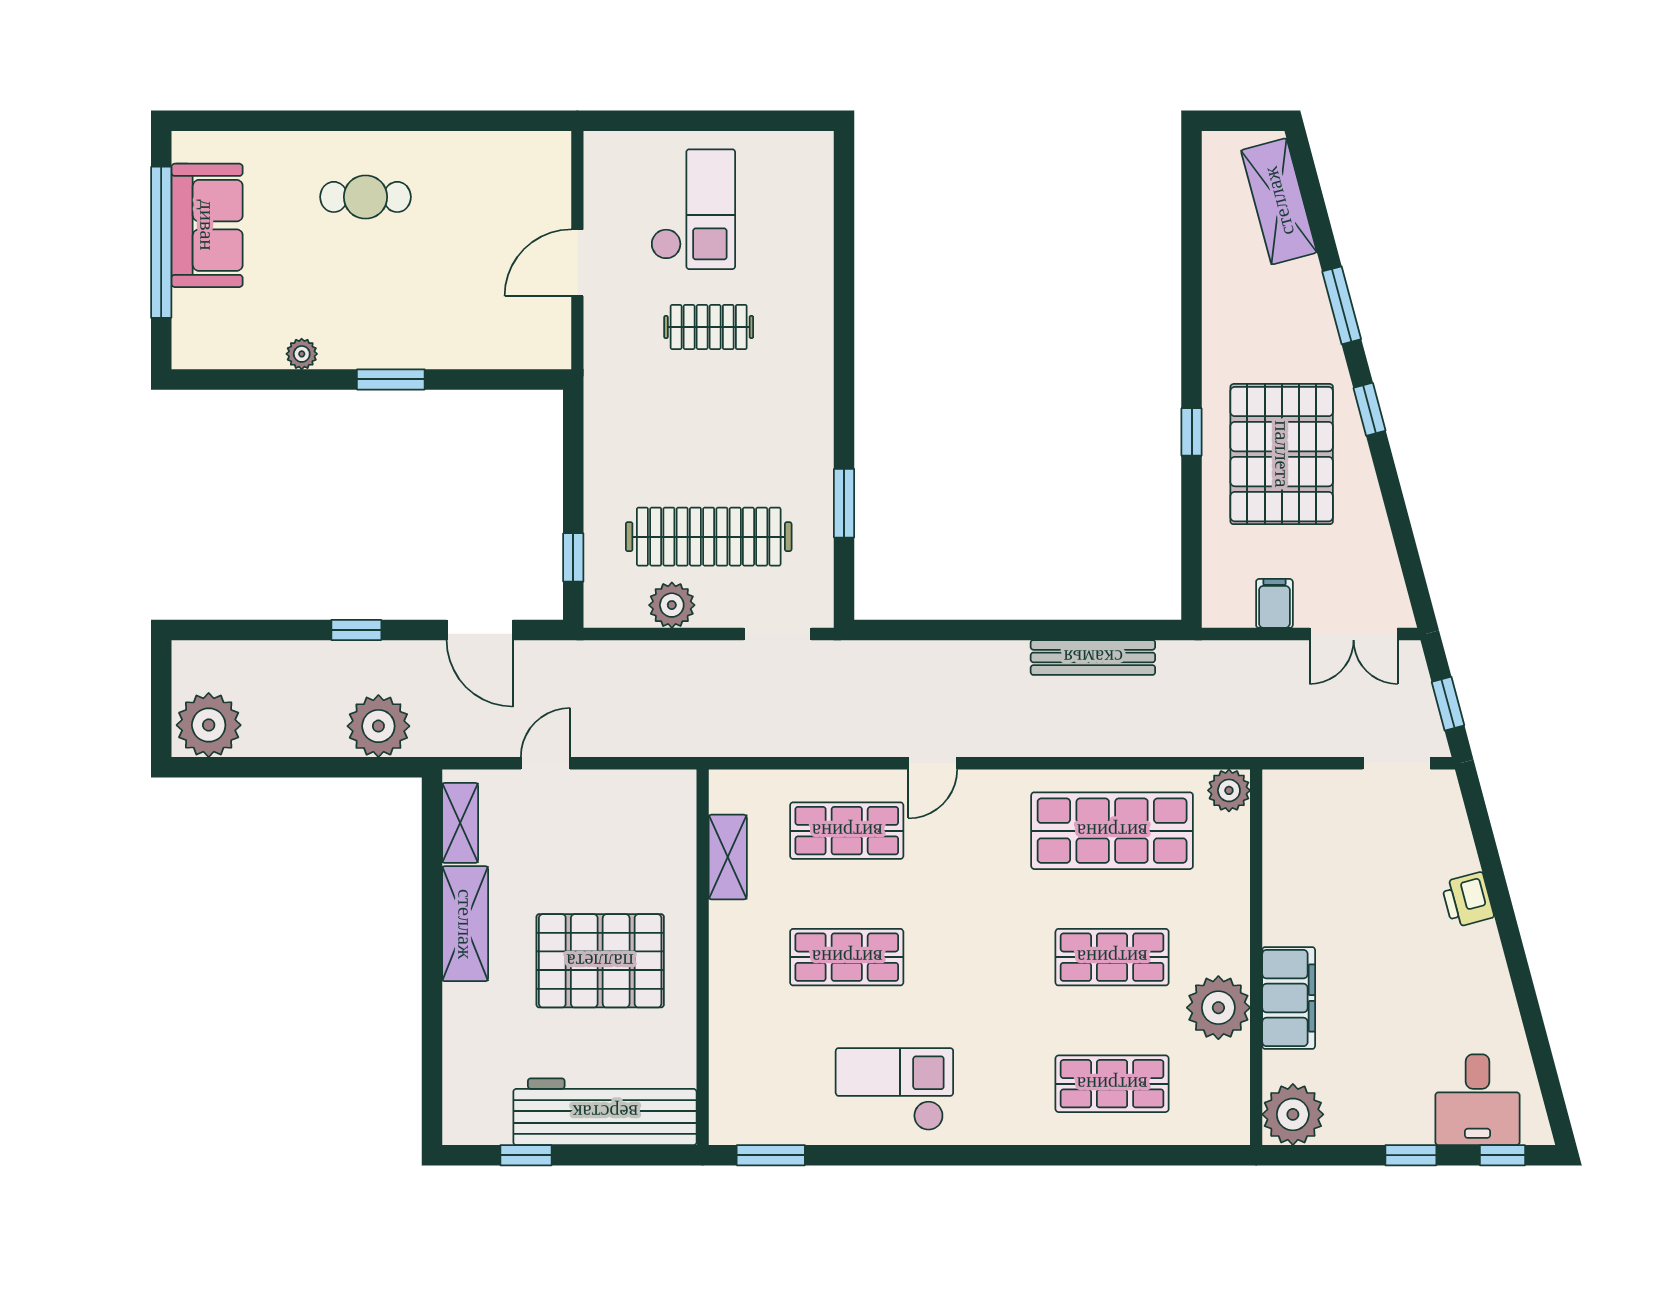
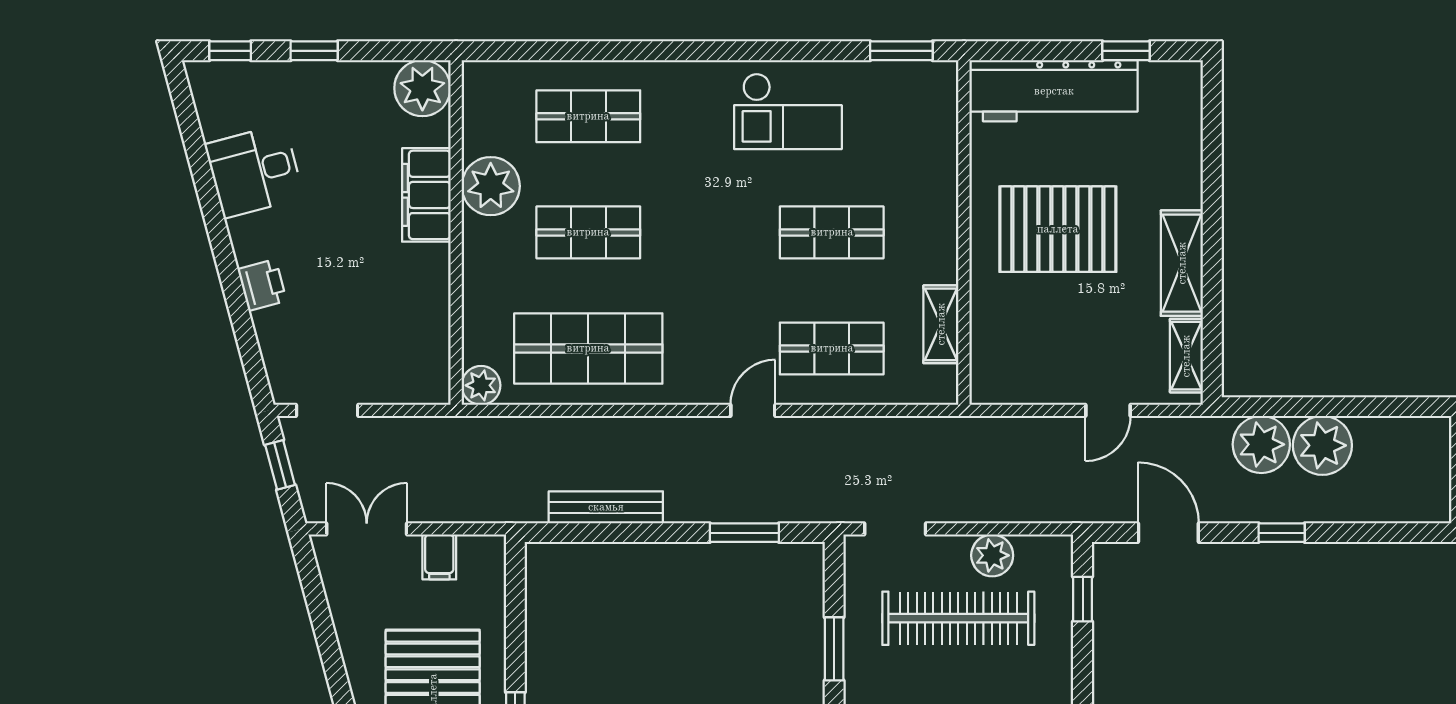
window: (942, 630) -> (744, 533), added
plant: (209, 725) -> (1322, 445), moved
desk: (1477, 1100) -> (254, 171), moved, turned -105

